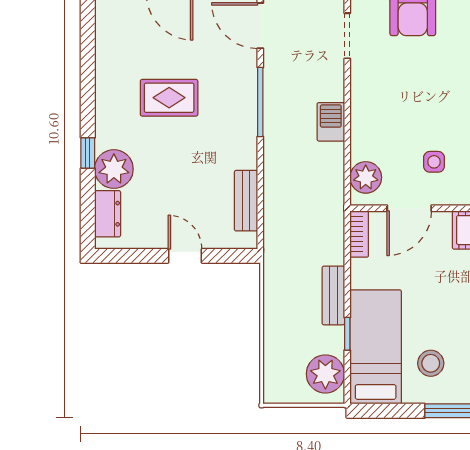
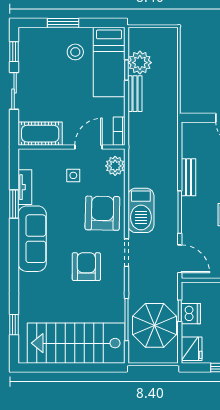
armchair: (386, 100) -> (102, 213), added
barbecue: (331, 122) -> (141, 210), width x1.88, depth x1.53
bench: (246, 201) -> (188, 177), moved
plant: (325, 374) -> (140, 63), moved

